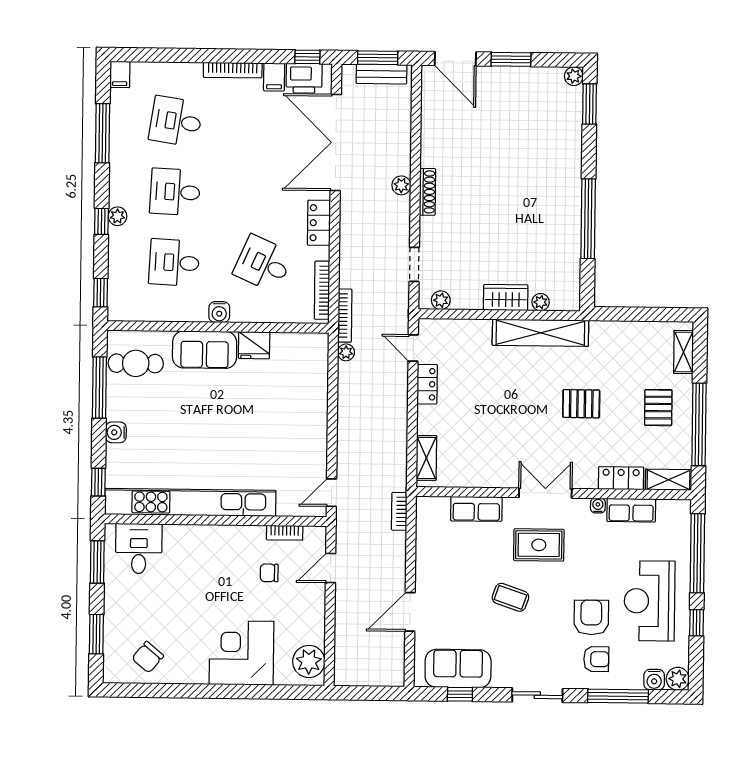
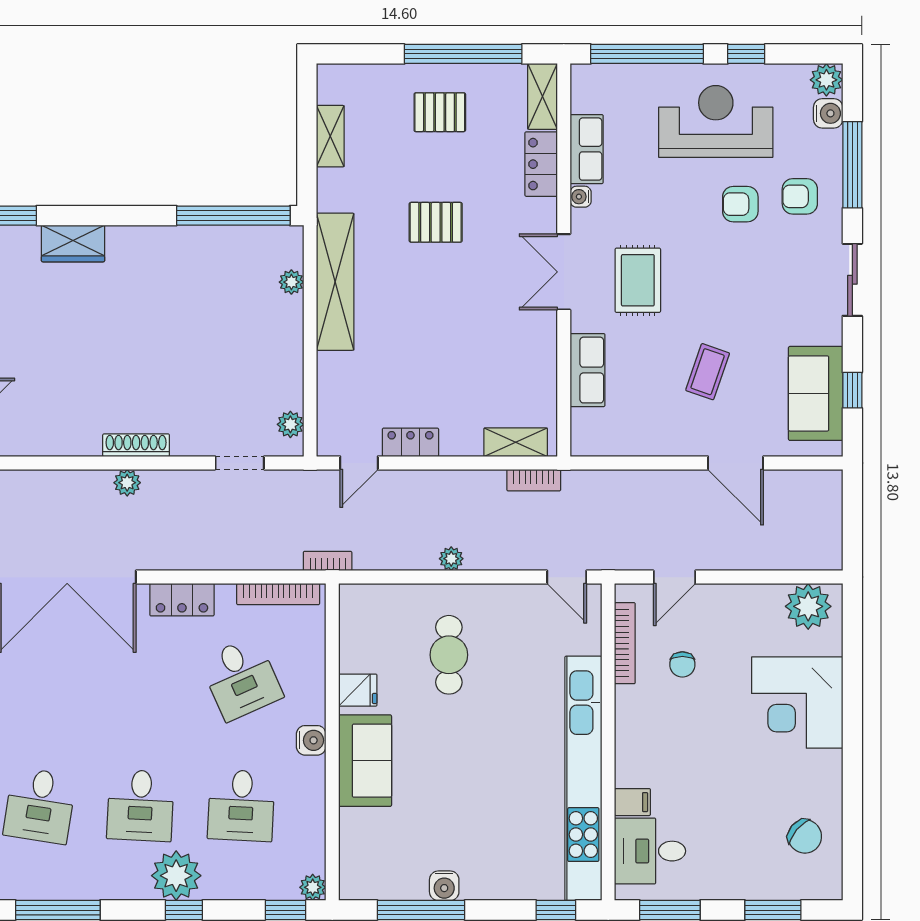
plant: (117, 216) -> (176, 876), width x1.88, depth x1.88
window: (588, 219) -> (233, 216), moved
desk: (263, 264) -> (241, 678), turned -48
wardrobe: (506, 298) -> (73, 243), moved, turned -90
plant: (116, 312) -> (313, 887), added
bookcase: (345, 316) -> (328, 561), width x0.64
fridge: (254, 345) -> (358, 690), width x0.72
plant: (346, 352) -> (451, 559), moved
shelving: (683, 352) -> (330, 136), moved, turned 90
cafe table: (136, 363) -> (449, 655), moved
pallet: (581, 404) -> (436, 222), turned 90
water cooler: (116, 432) -> (444, 886), moved
bookcase: (399, 511) -> (534, 480), moved
bookcase: (285, 533) -> (625, 643), width x1.56
filing cabinet: (173, 537) -> (632, 802), added
door: (331, 568) -> (674, 577), hinge flipped
coffee table: (510, 597) -> (708, 372), moved
reception desk: (649, 601) -> (716, 121), turned 180
armchair: (591, 617) -> (740, 204), width x0.72, depth x0.72
armchair: (596, 659) -> (800, 196), turned -90

